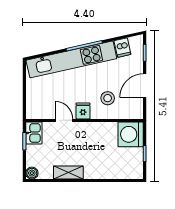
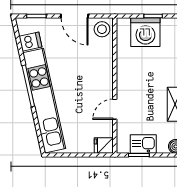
stool: (108, 98) -> (102, 29), moved
fridge: (83, 111) -> (104, 146), moved
kitchen sink: (34, 133) -> (143, 144), moved
washing machine: (131, 134) -> (145, 32), moved

